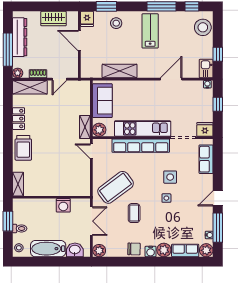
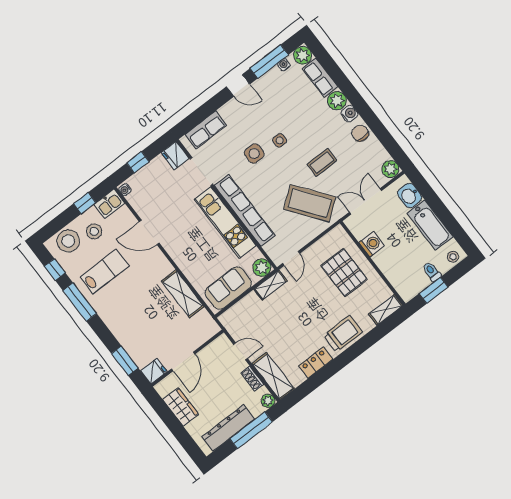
stool: (116, 23) -> (94, 231), moved
lab bench: (150, 31) -> (105, 271), moved, turned 180
pallet: (59, 176) -> (344, 272), added

